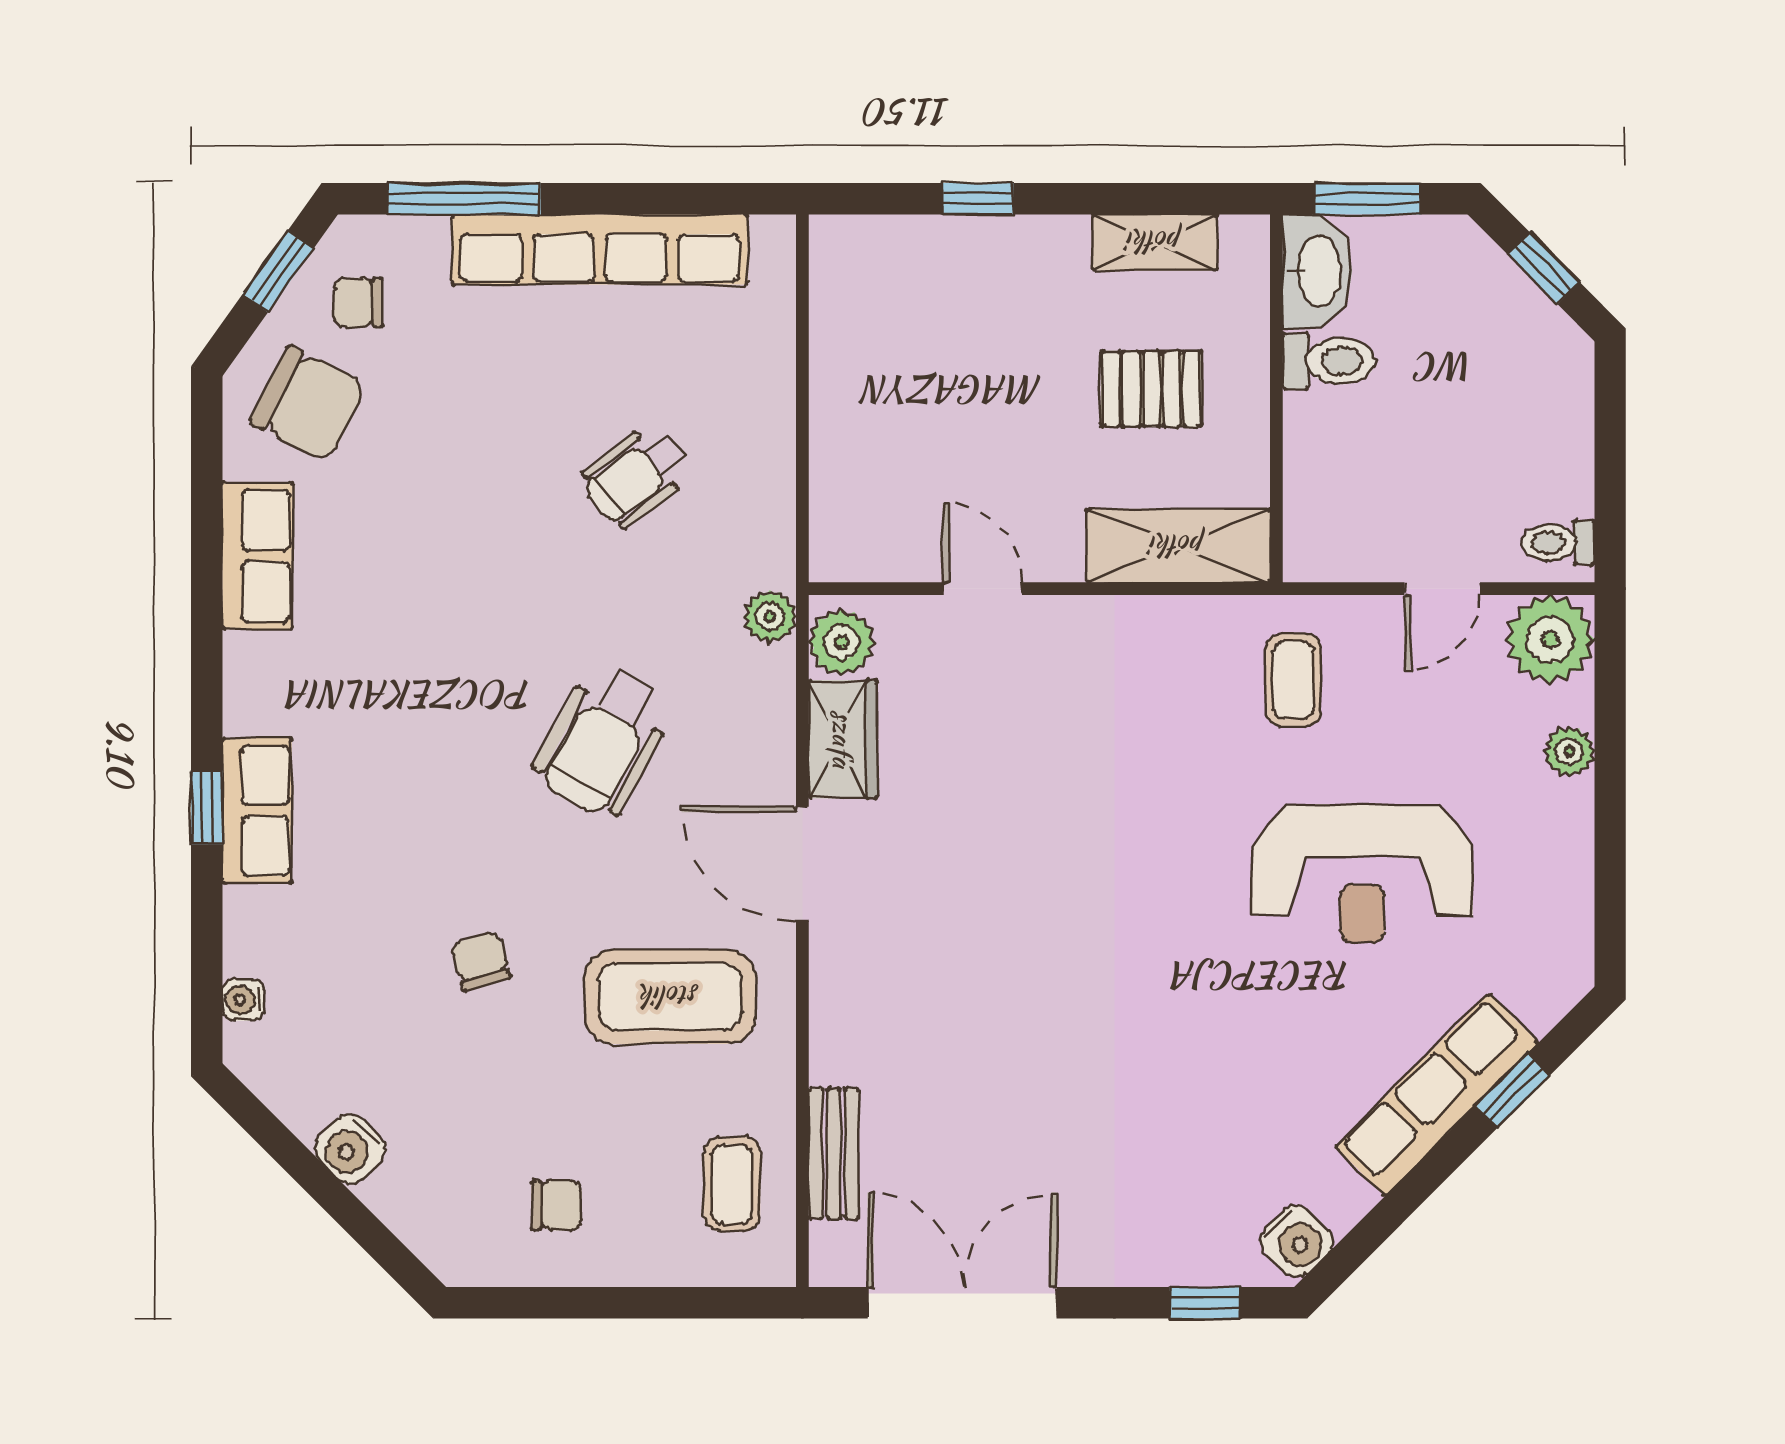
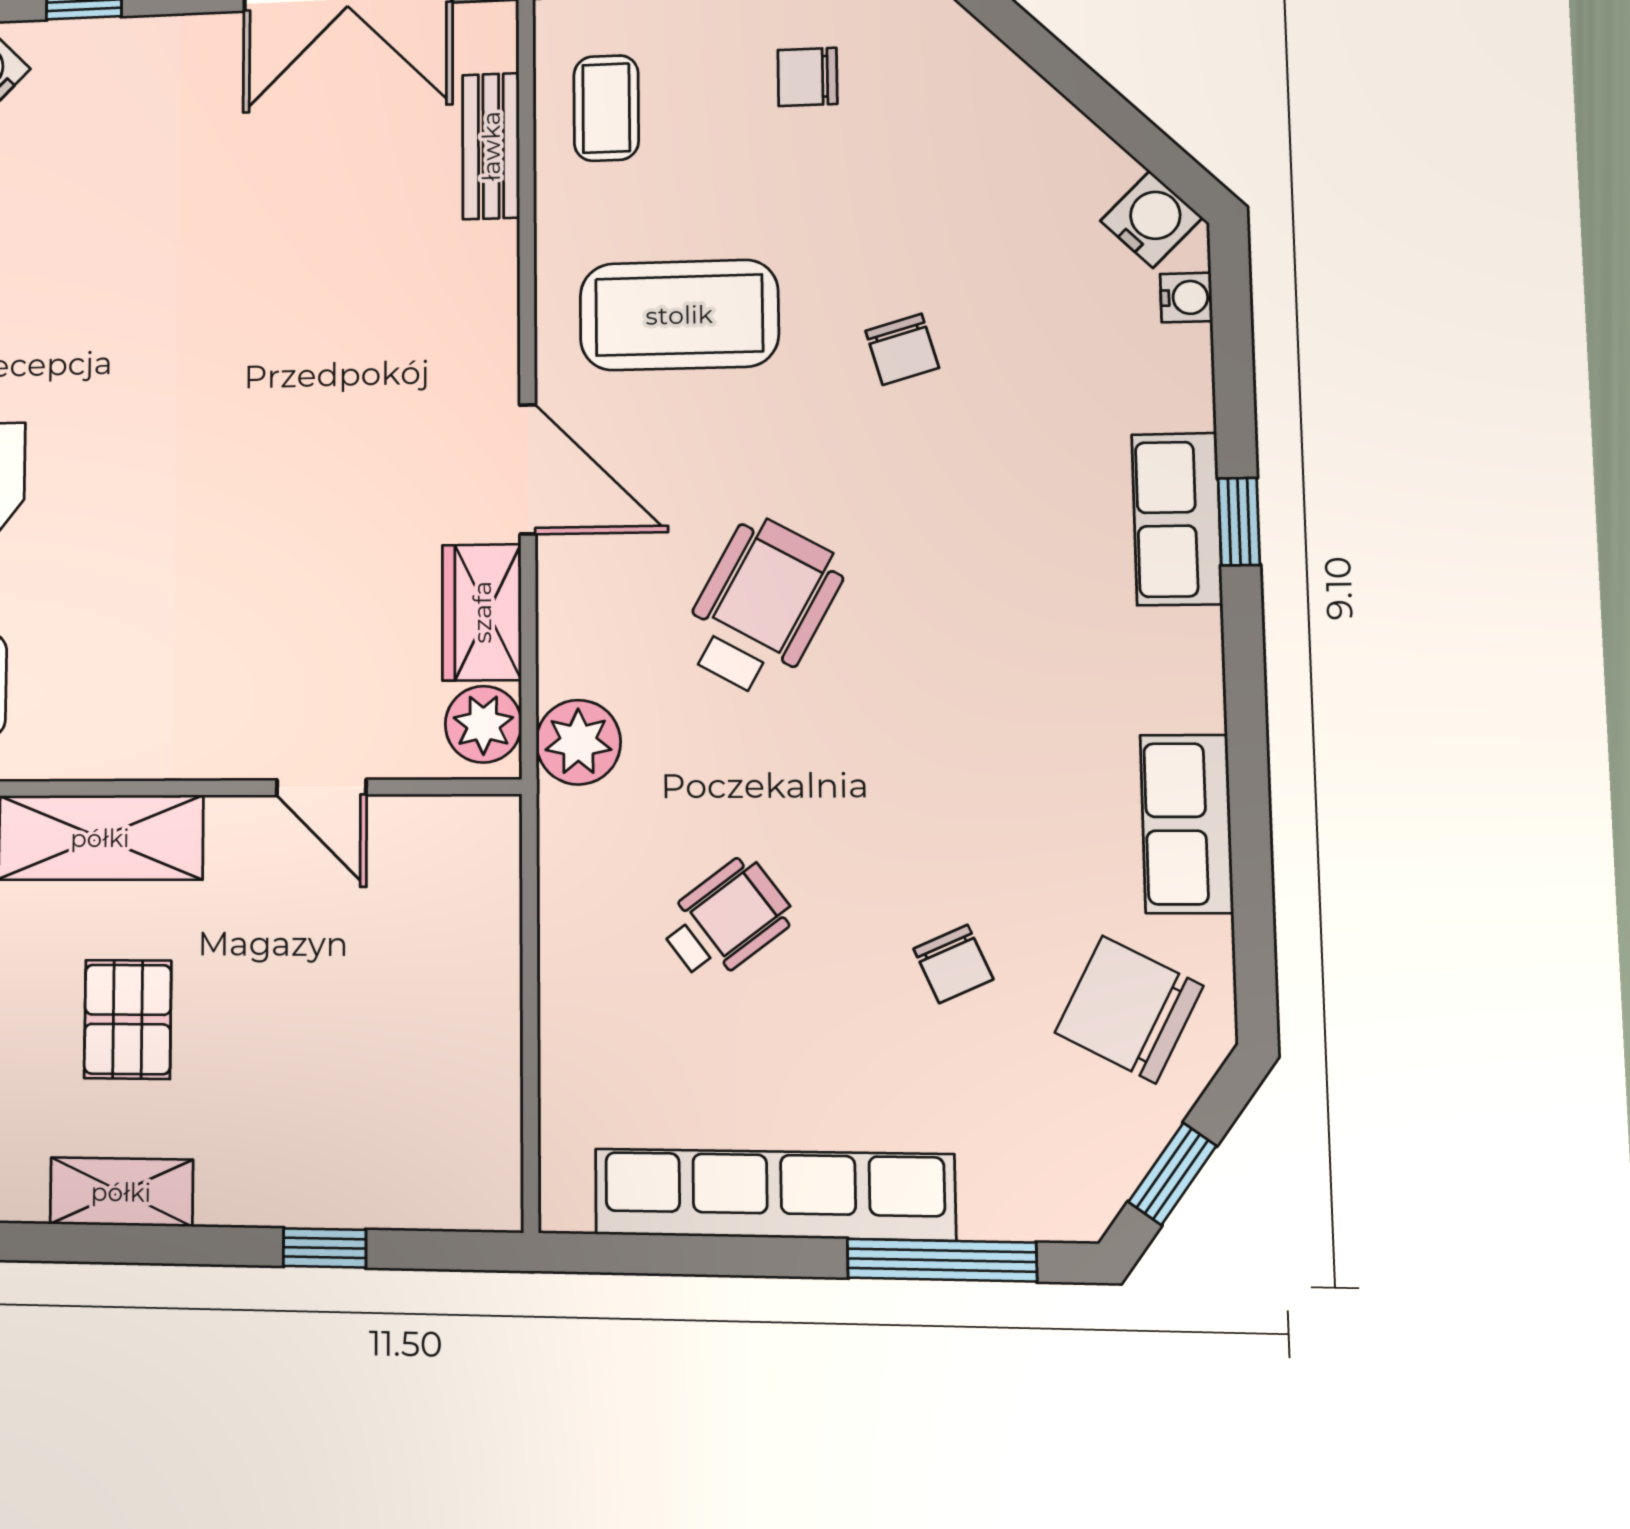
chair: (358, 302) -> (953, 964), moved, turned 66
pallet: (1151, 389) -> (128, 1019), turned 90
plant: (770, 617) -> (578, 742), width x1.38, depth x1.38
water cooler: (350, 1149) -> (1151, 219), moved

